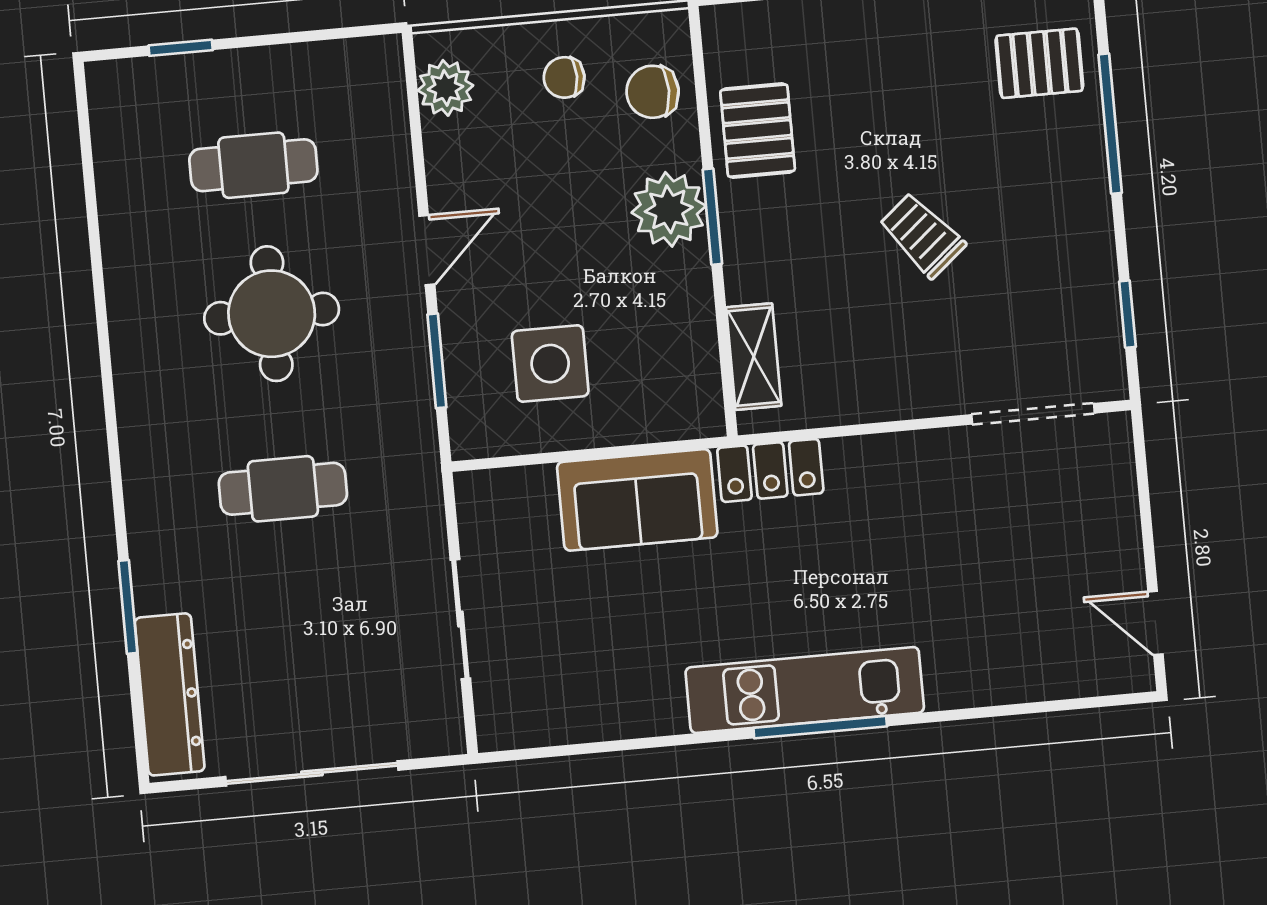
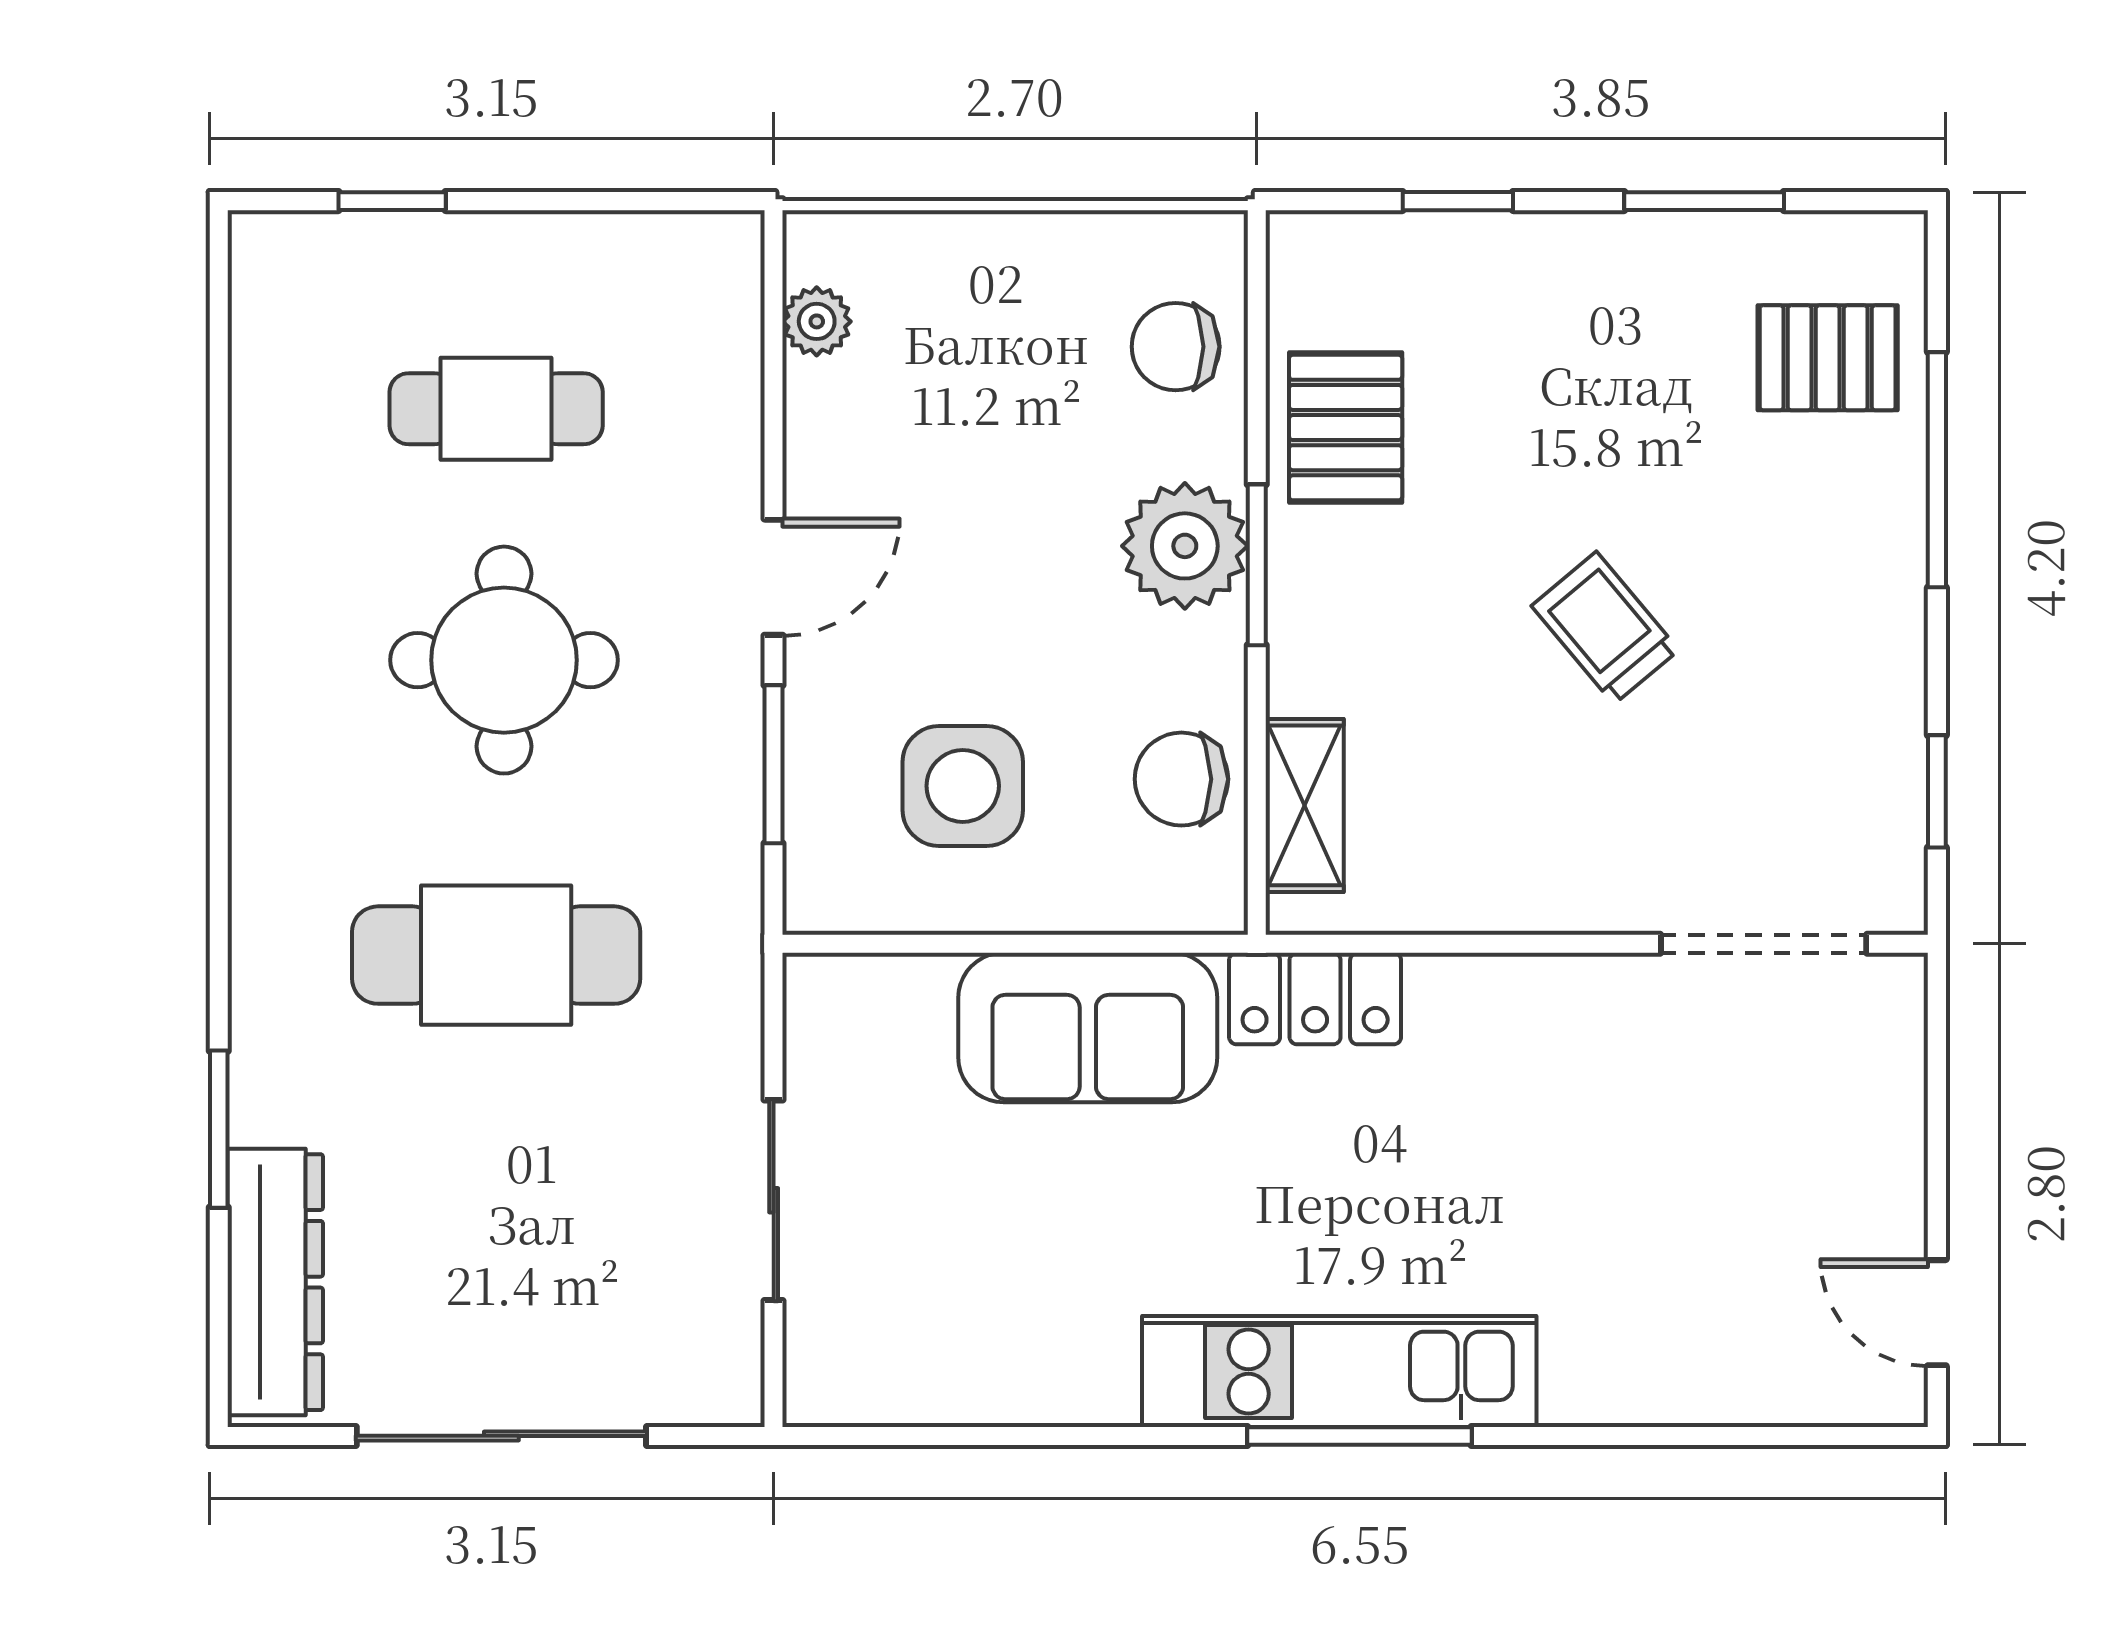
chair: (564, 77) -> (1181, 779), moved, width x1.37, depth x1.37
plant: (445, 88) -> (817, 321), width x0.73, depth x0.73
cafe table: (283, 489) -> (496, 955), width x1.37, depth x1.35

